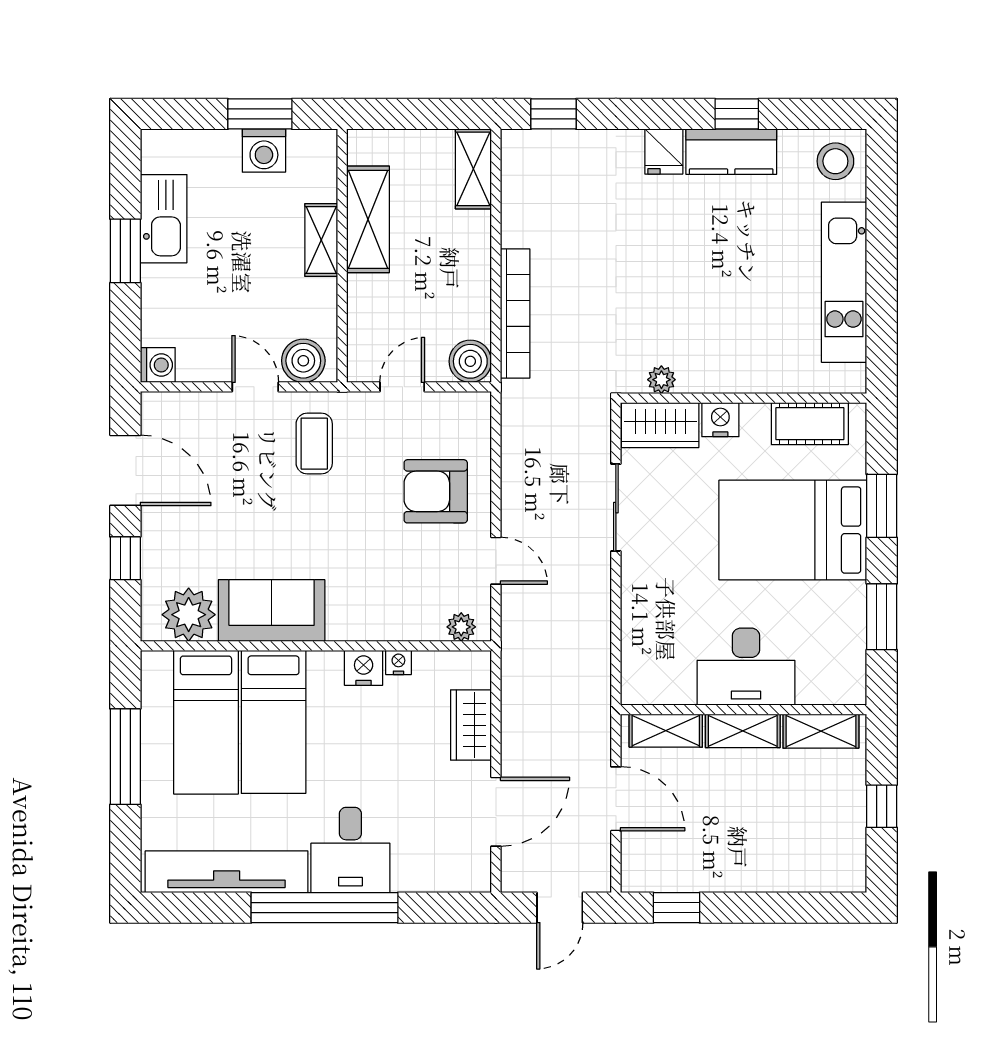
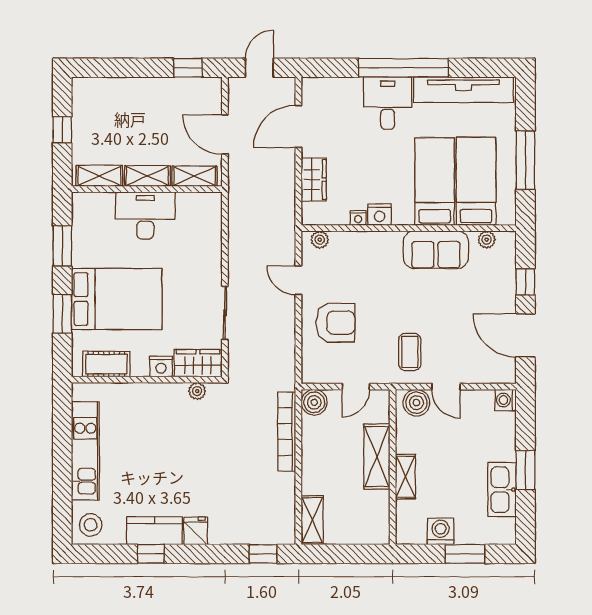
window: (260, 114) -> (465, 554), moved
shelving: (368, 219) -> (377, 457), moved
plant: (189, 615) -> (487, 240), width x0.53, depth x0.53

